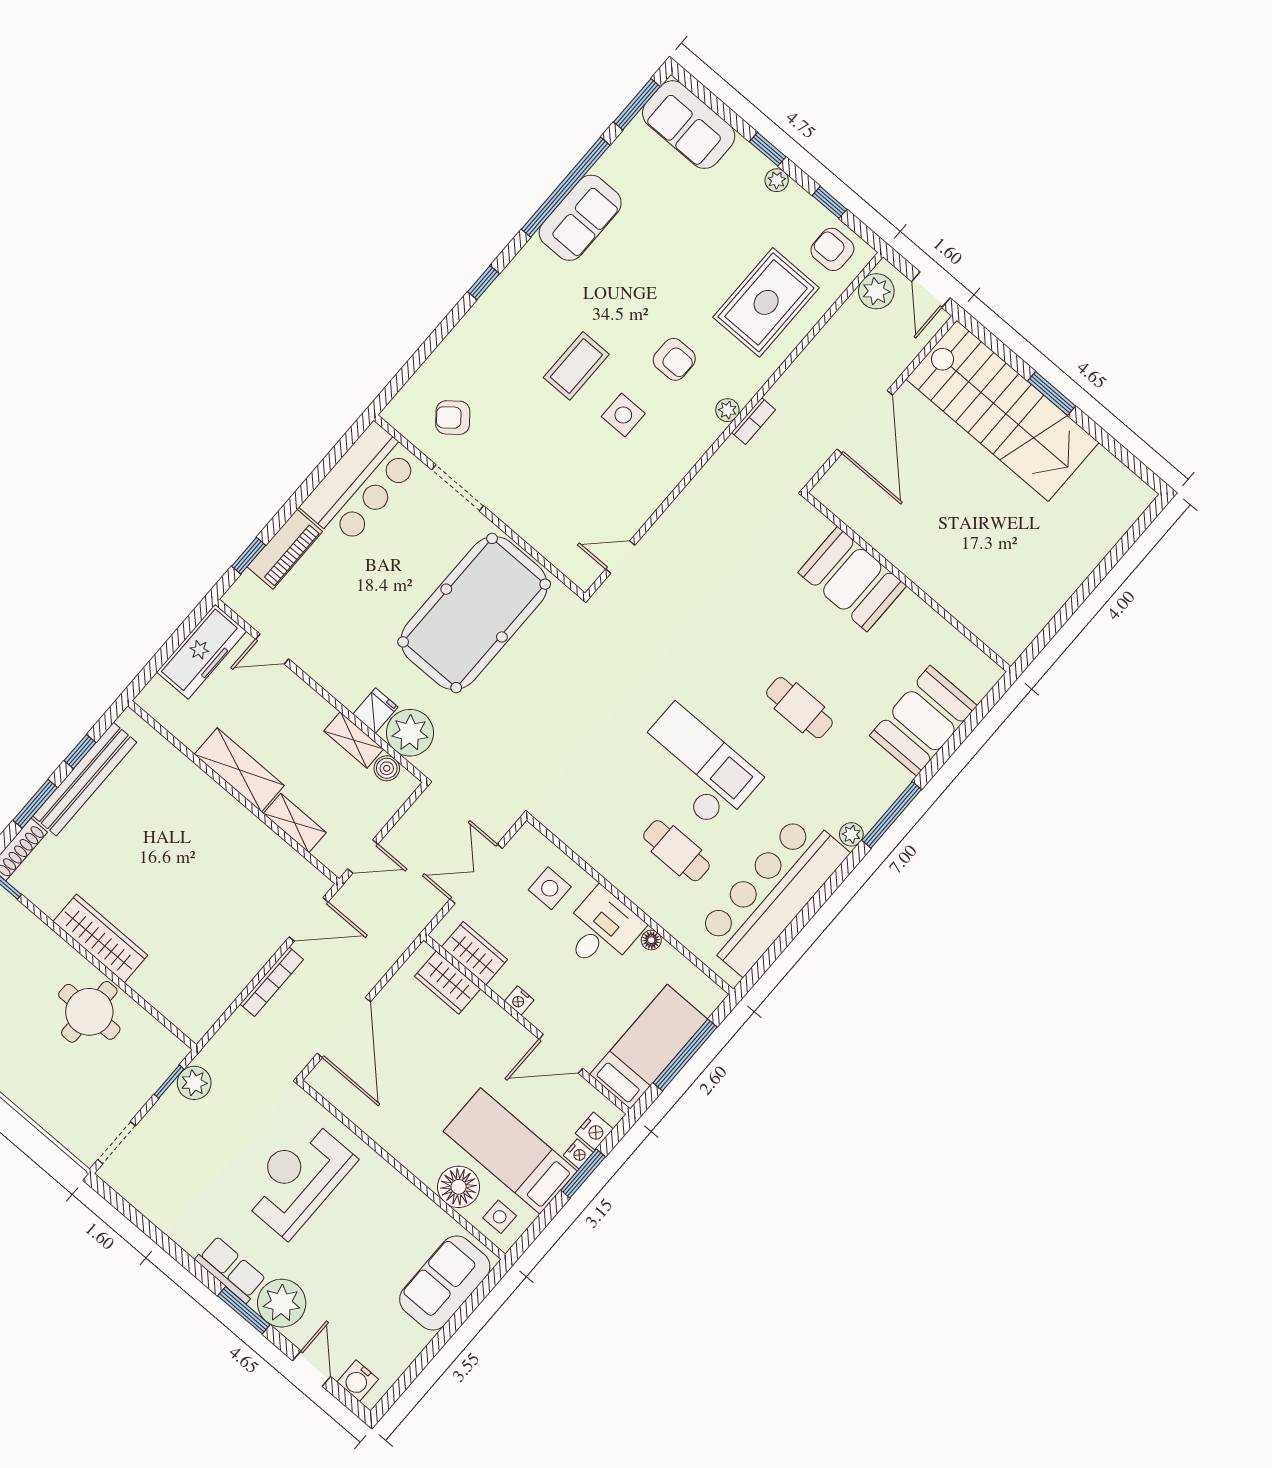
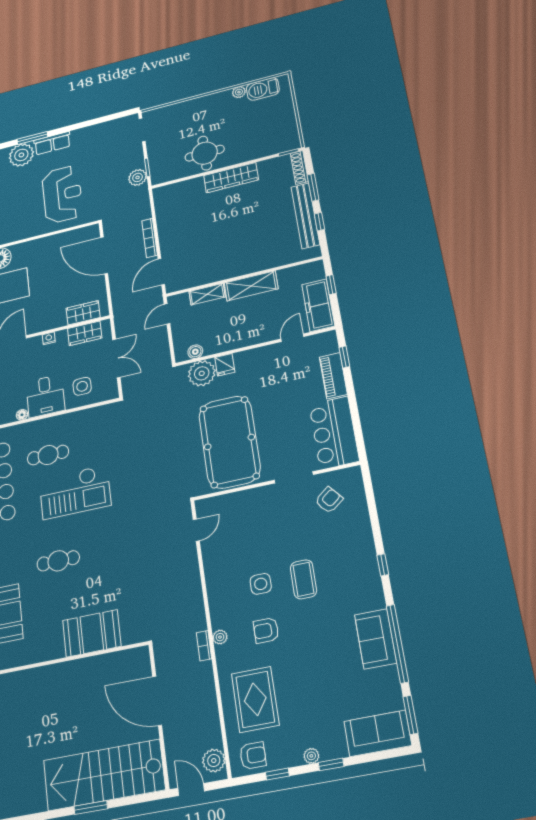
window: (160, 658) -> (331, 285), added
shelving: (354, 740) -> (220, 346), removed

